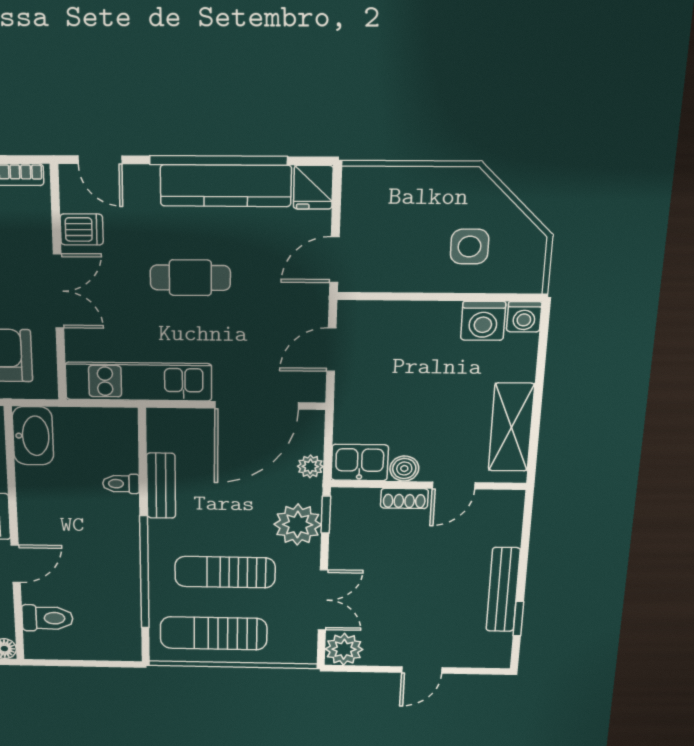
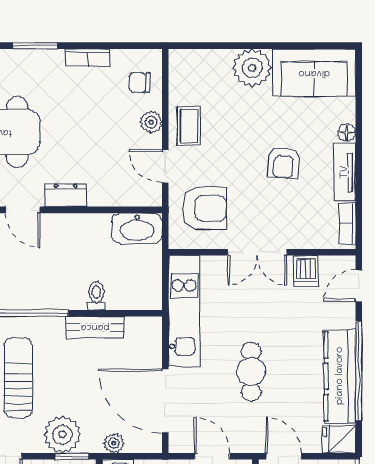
cafe table: (190, 278) -> (251, 372), moved

